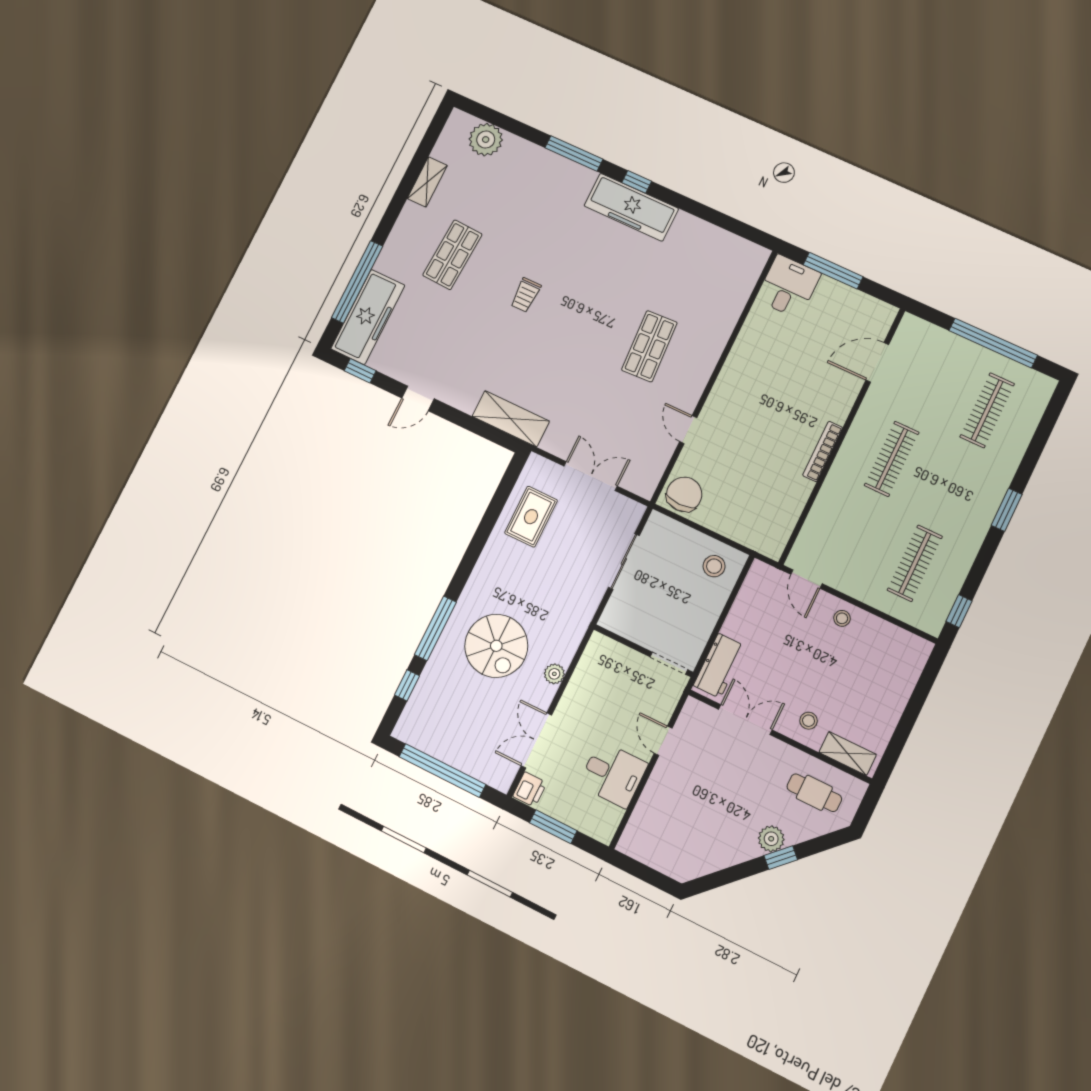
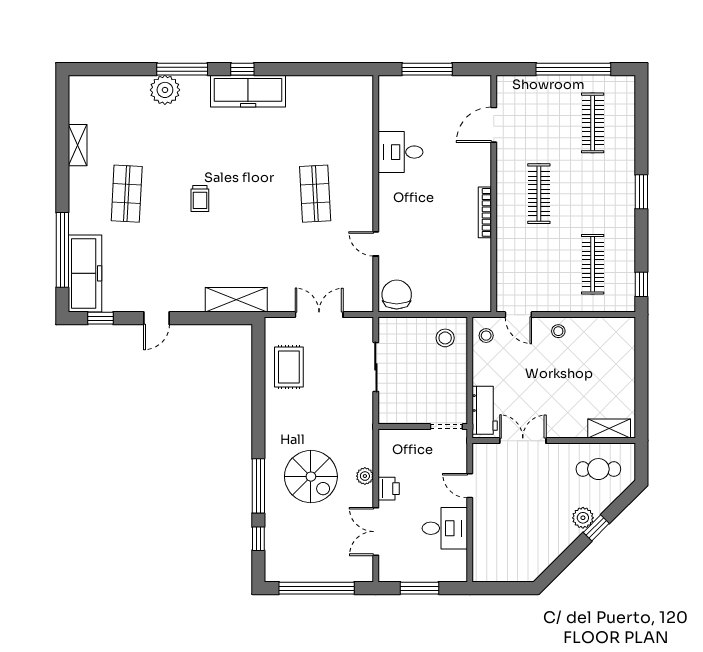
plant: (486, 140) -> (165, 90), moved
desk: (788, 286) -> (401, 152), moved, turned -90
stool: (809, 721) -> (486, 336), moved
printer: (530, 789) -> (389, 489), moved

